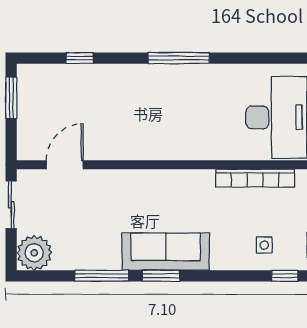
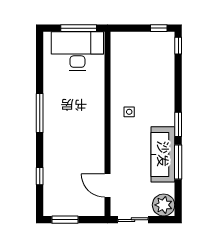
bookcase: (255, 178) -> (116, 65), removed
side table: (264, 245) -> (129, 112), moved
sofa: (166, 252) -> (163, 154), moved

